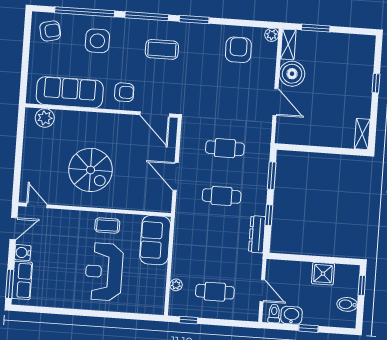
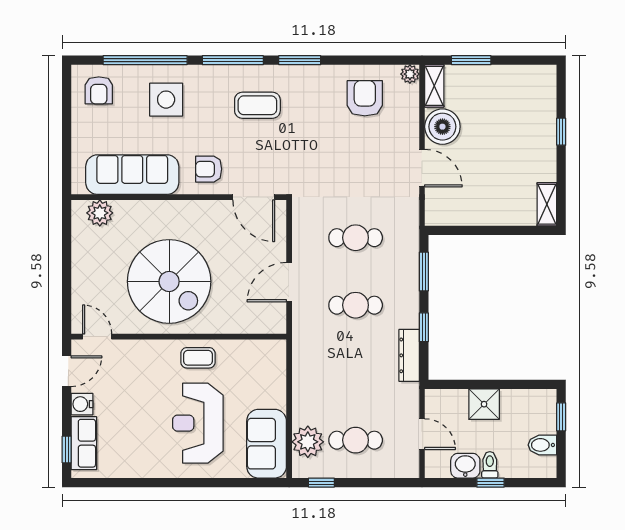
armchair: (50, 31) -> (99, 90), turned 103
armchair: (124, 92) -> (209, 169), turned 180
spiral stairs: (91, 170) -> (169, 281), width x1.37, depth x1.37
door: (176, 176) -> (289, 282), hinge flipped
sofa: (155, 240) -> (267, 444), moved
shower: (323, 274) -> (484, 404), moved
window: (10, 284) -> (67, 449), width x0.67
plant: (176, 285) -> (308, 442), width x1.87, depth x1.87
toilet: (274, 313) -> (490, 465), moved

